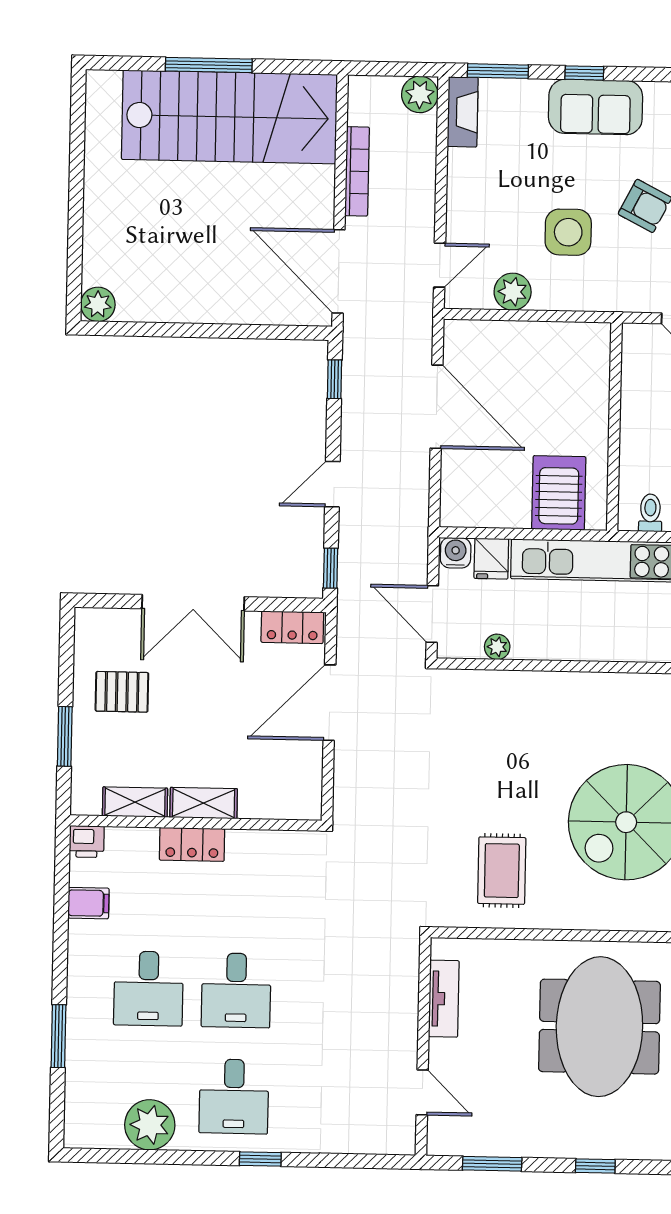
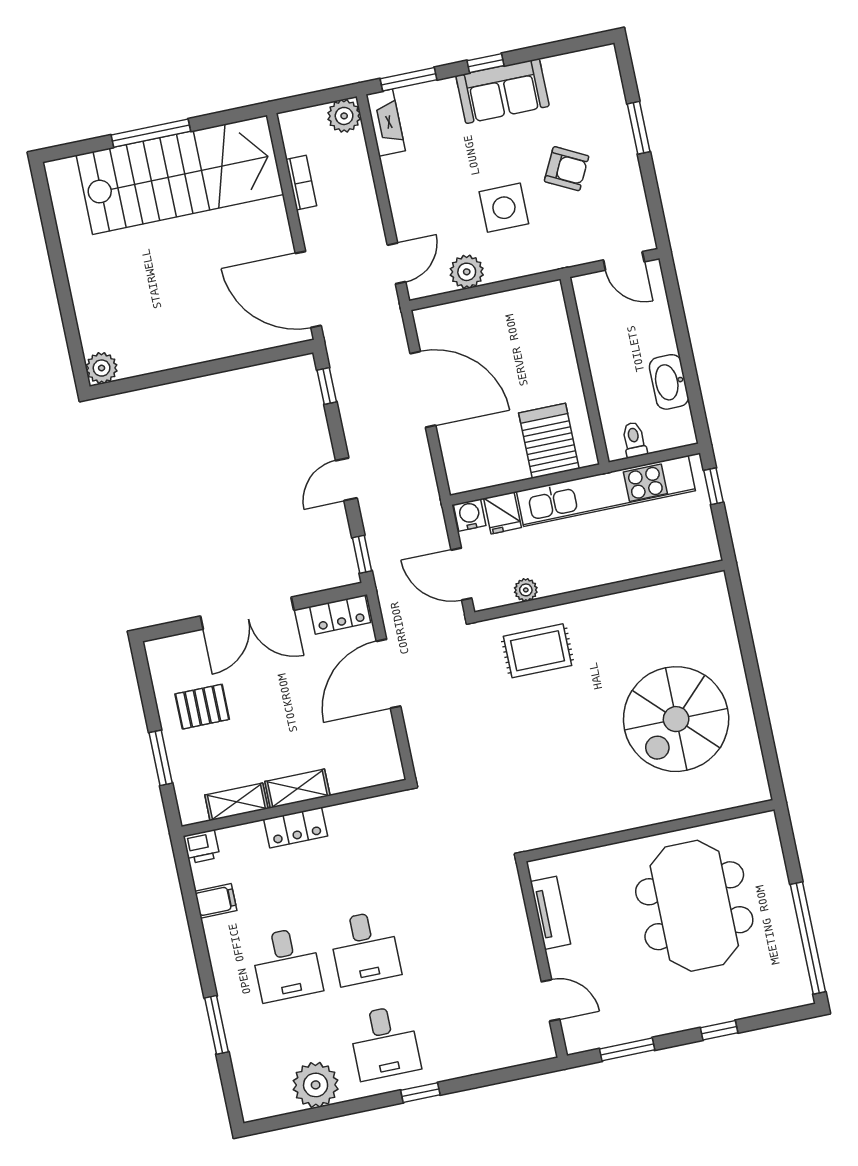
bookcase: (357, 171) -> (301, 183), width x0.64
rug: (502, 871) -> (537, 651), moved, turned 90

